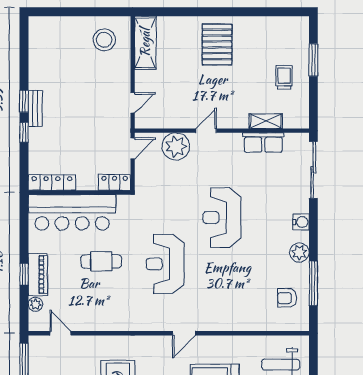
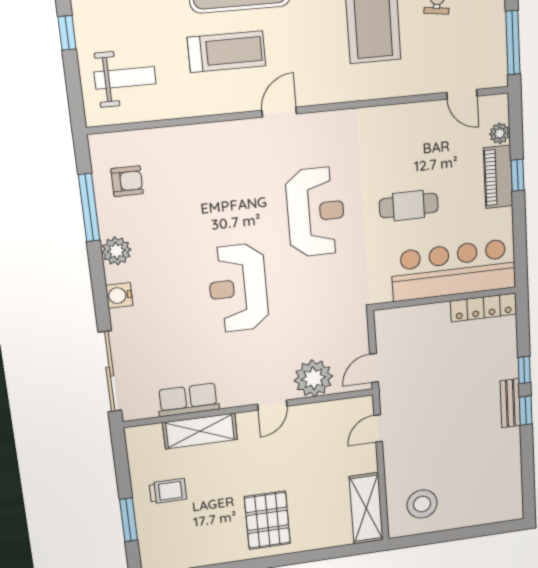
trolley: (284, 77) -> (168, 491), turned -90
shelving: (266, 121) -> (200, 431), width x1.50, depth x1.33
locker: (115, 182) -> (396, 319), removed
reception desk: (222, 218) -> (238, 288), turned 180

